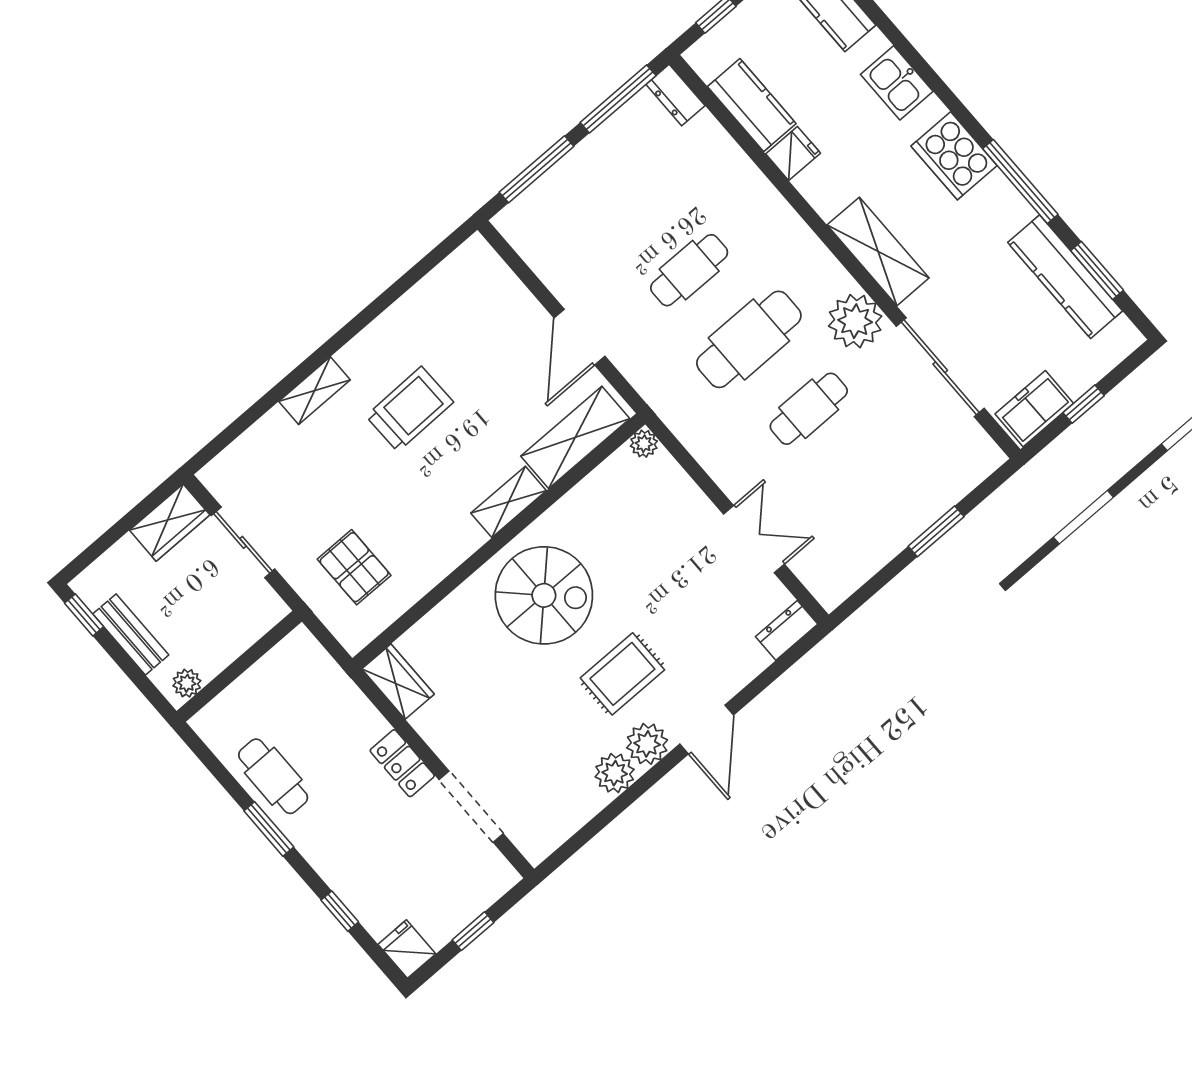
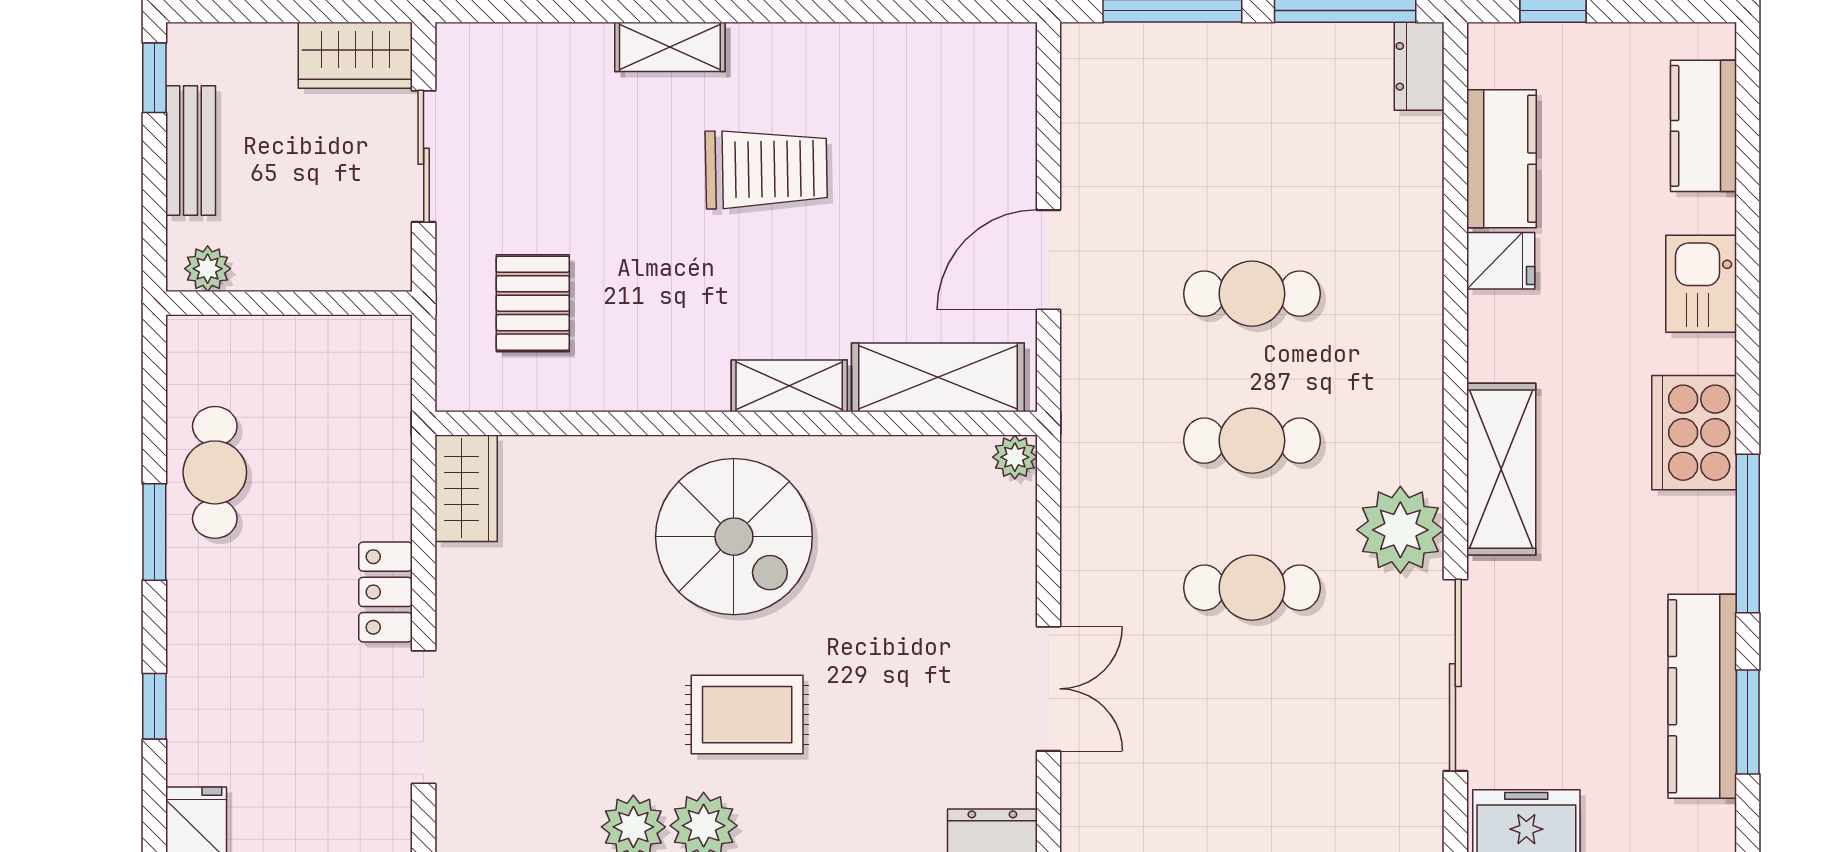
cafe table: (749, 339) -> (1252, 441), width x0.73, depth x0.74

